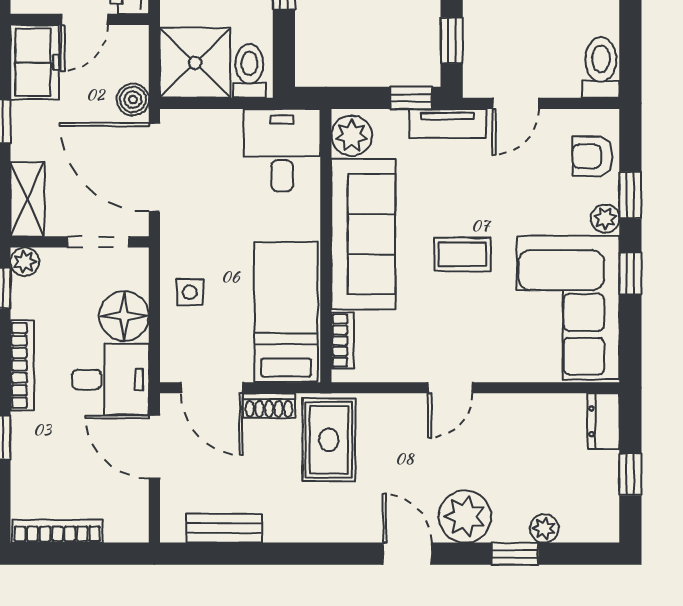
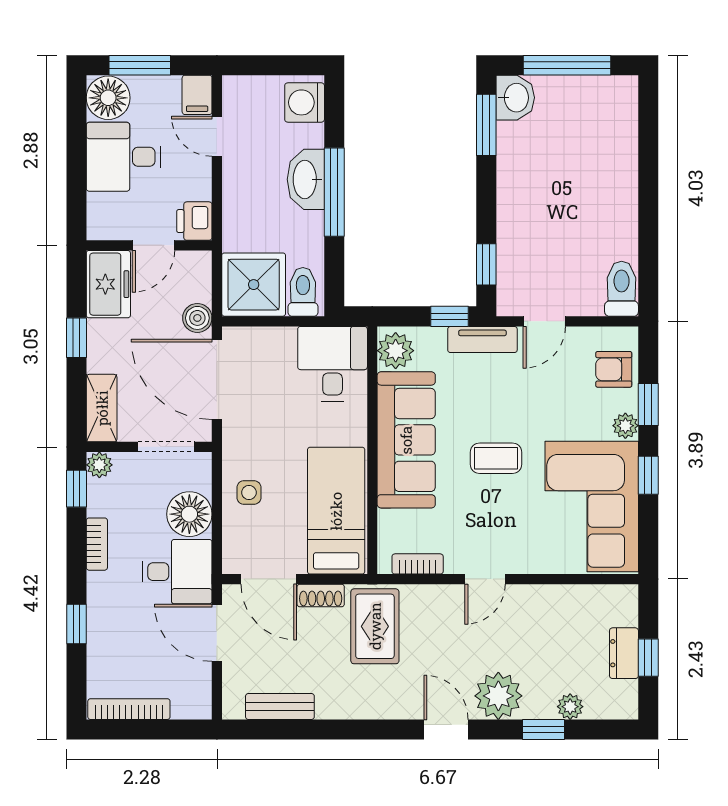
bookcase: (343, 341) -> (418, 564), moved, turned -90
bookcase: (22, 365) -> (97, 544), width x0.64
dresser: (604, 421) -> (624, 653), moved

